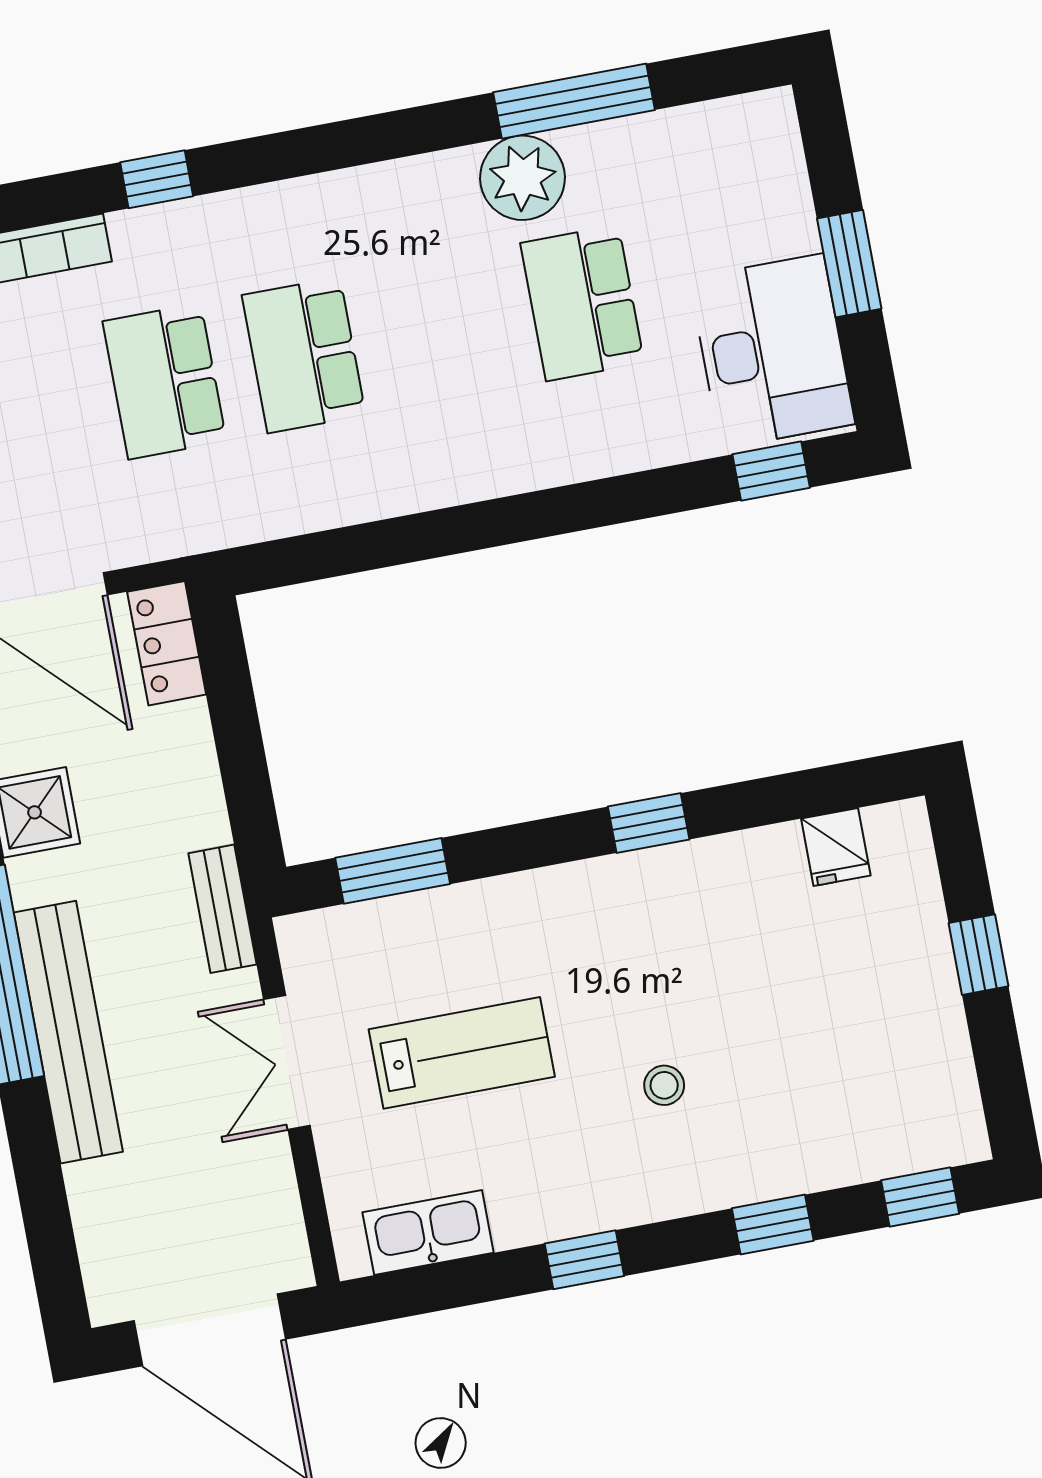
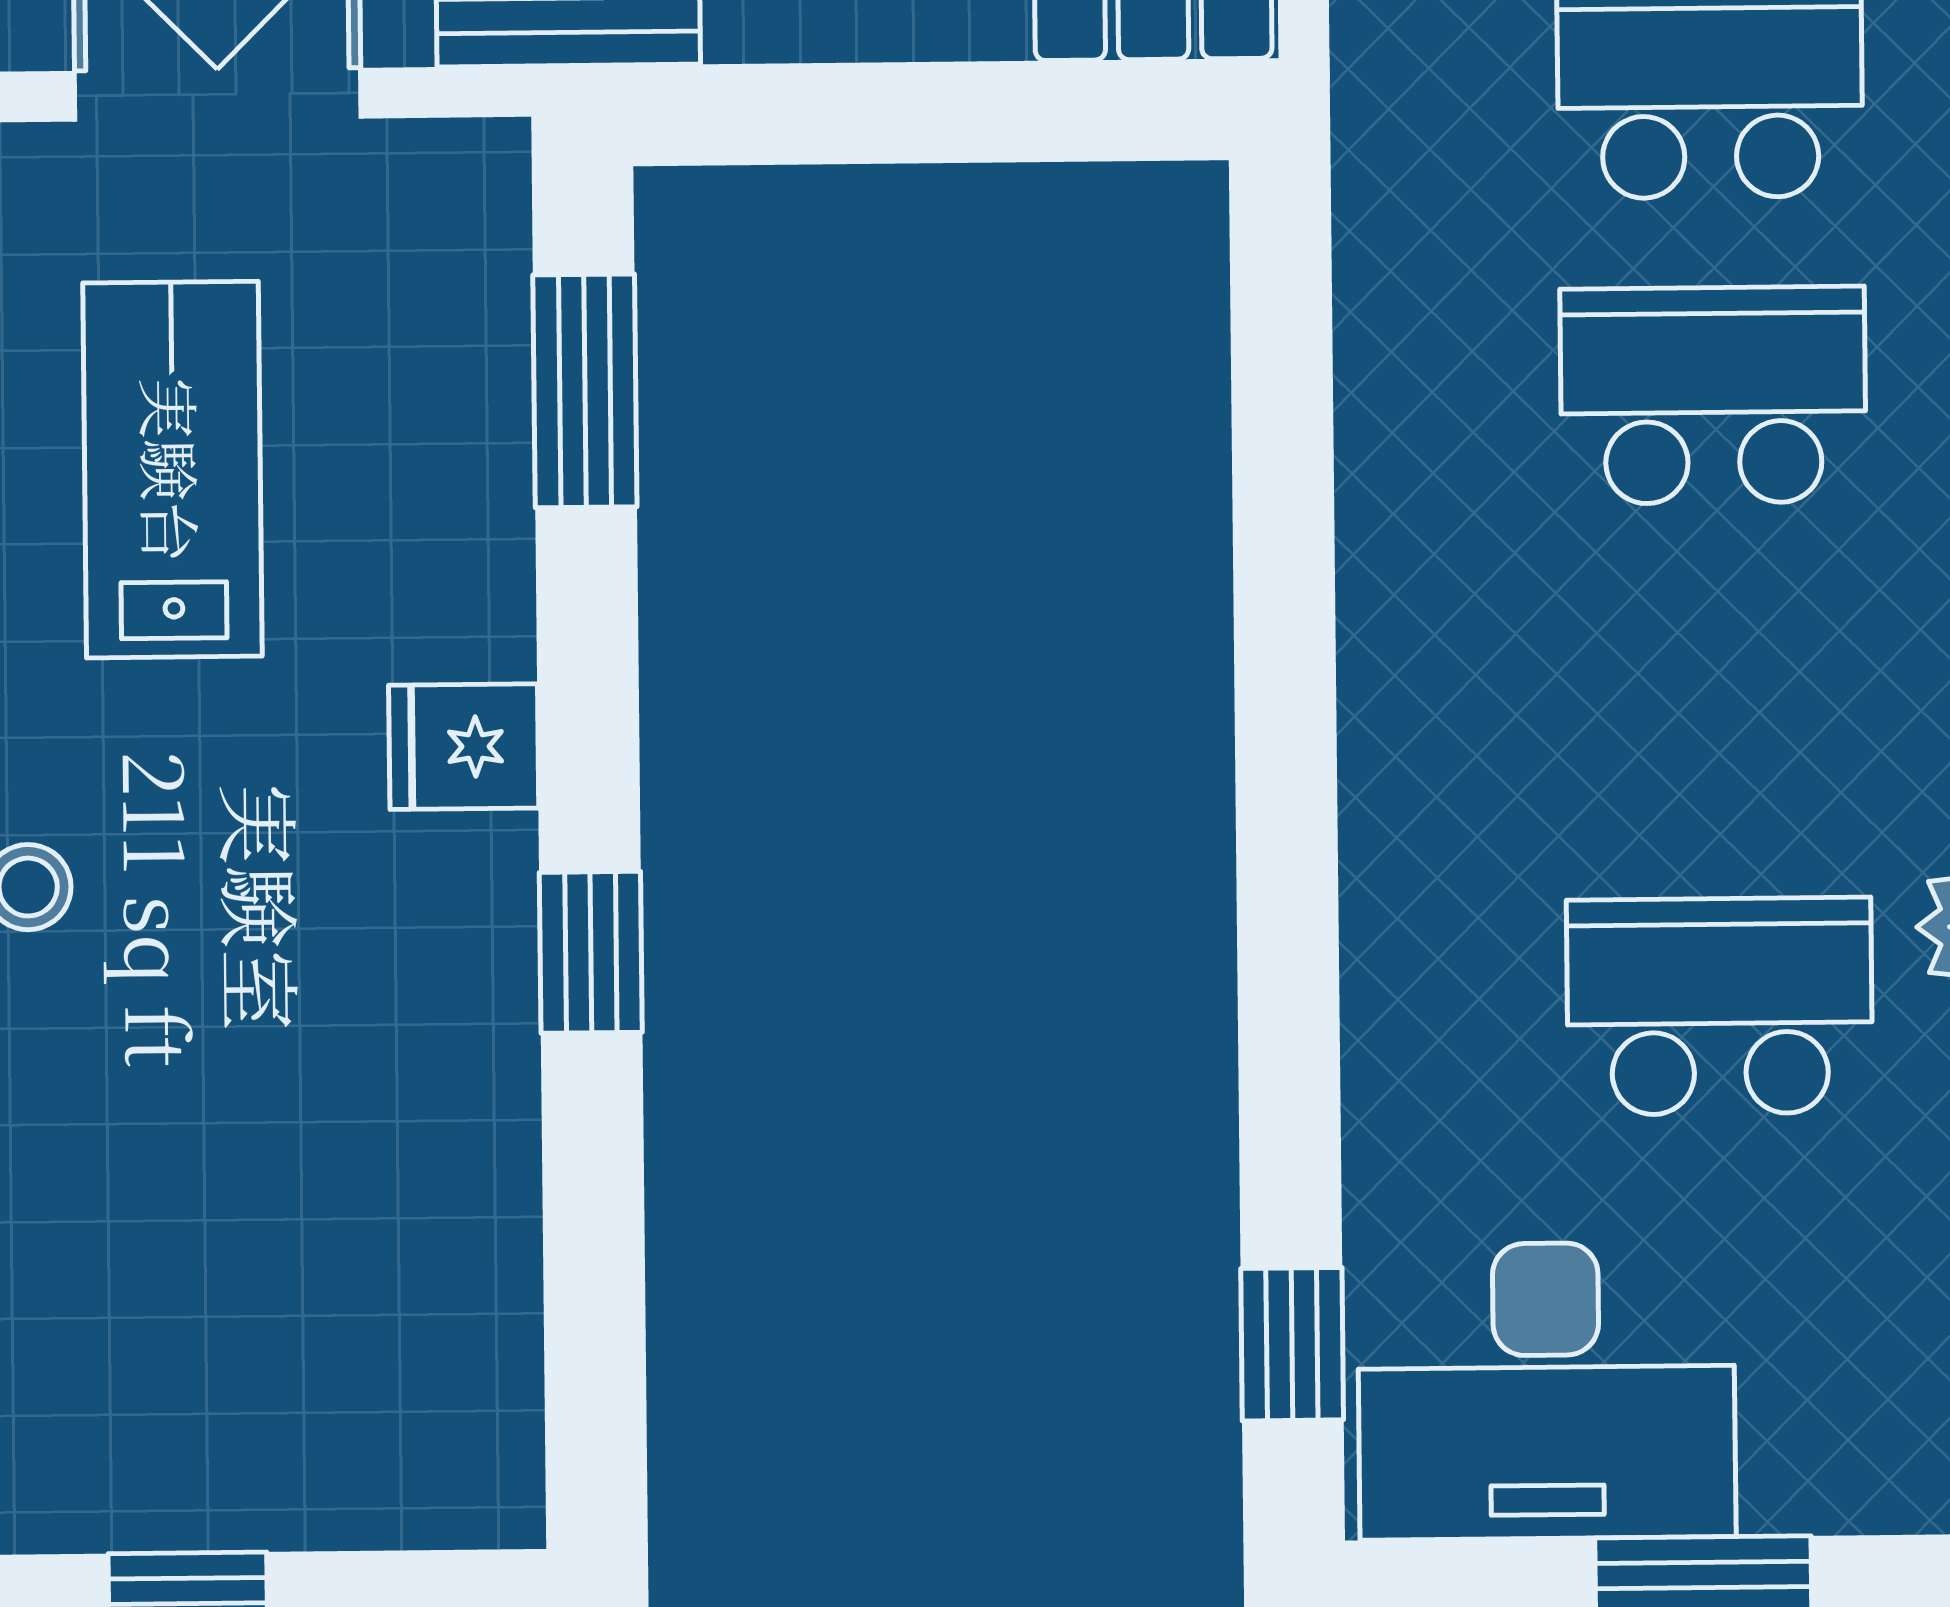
fridge: (836, 847) -> (464, 747), moved
lab bench: (462, 1053) -> (172, 470), turned 180

